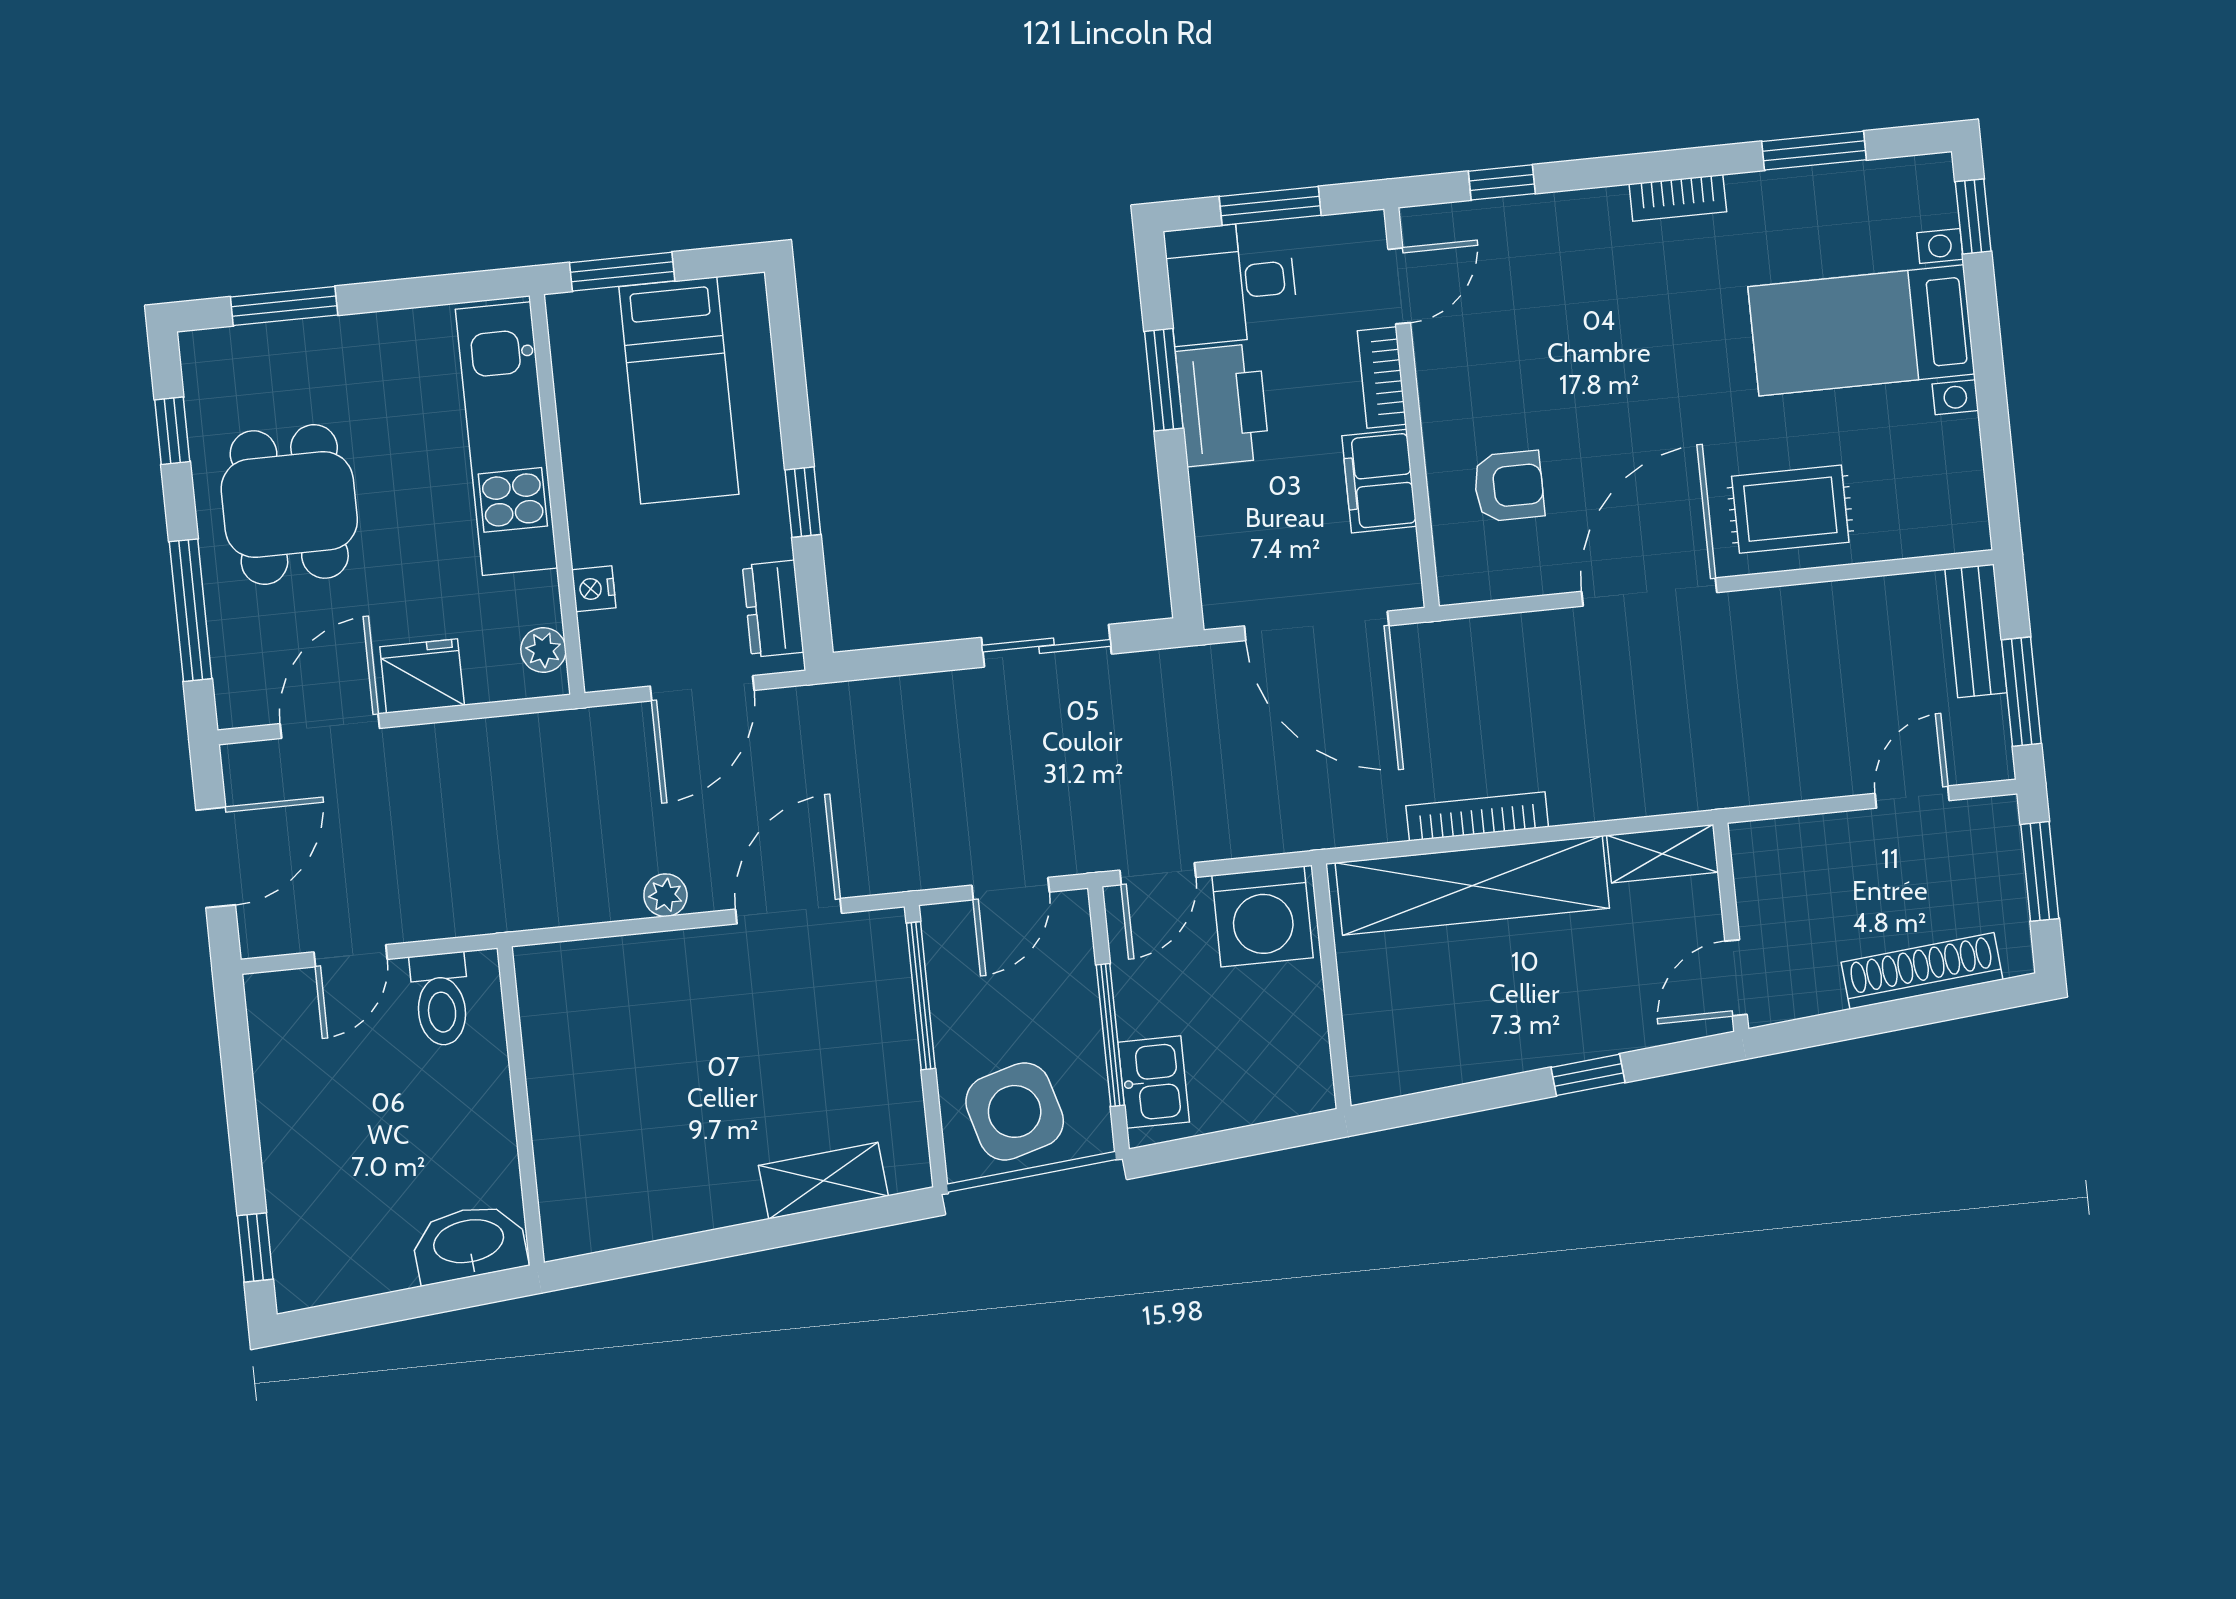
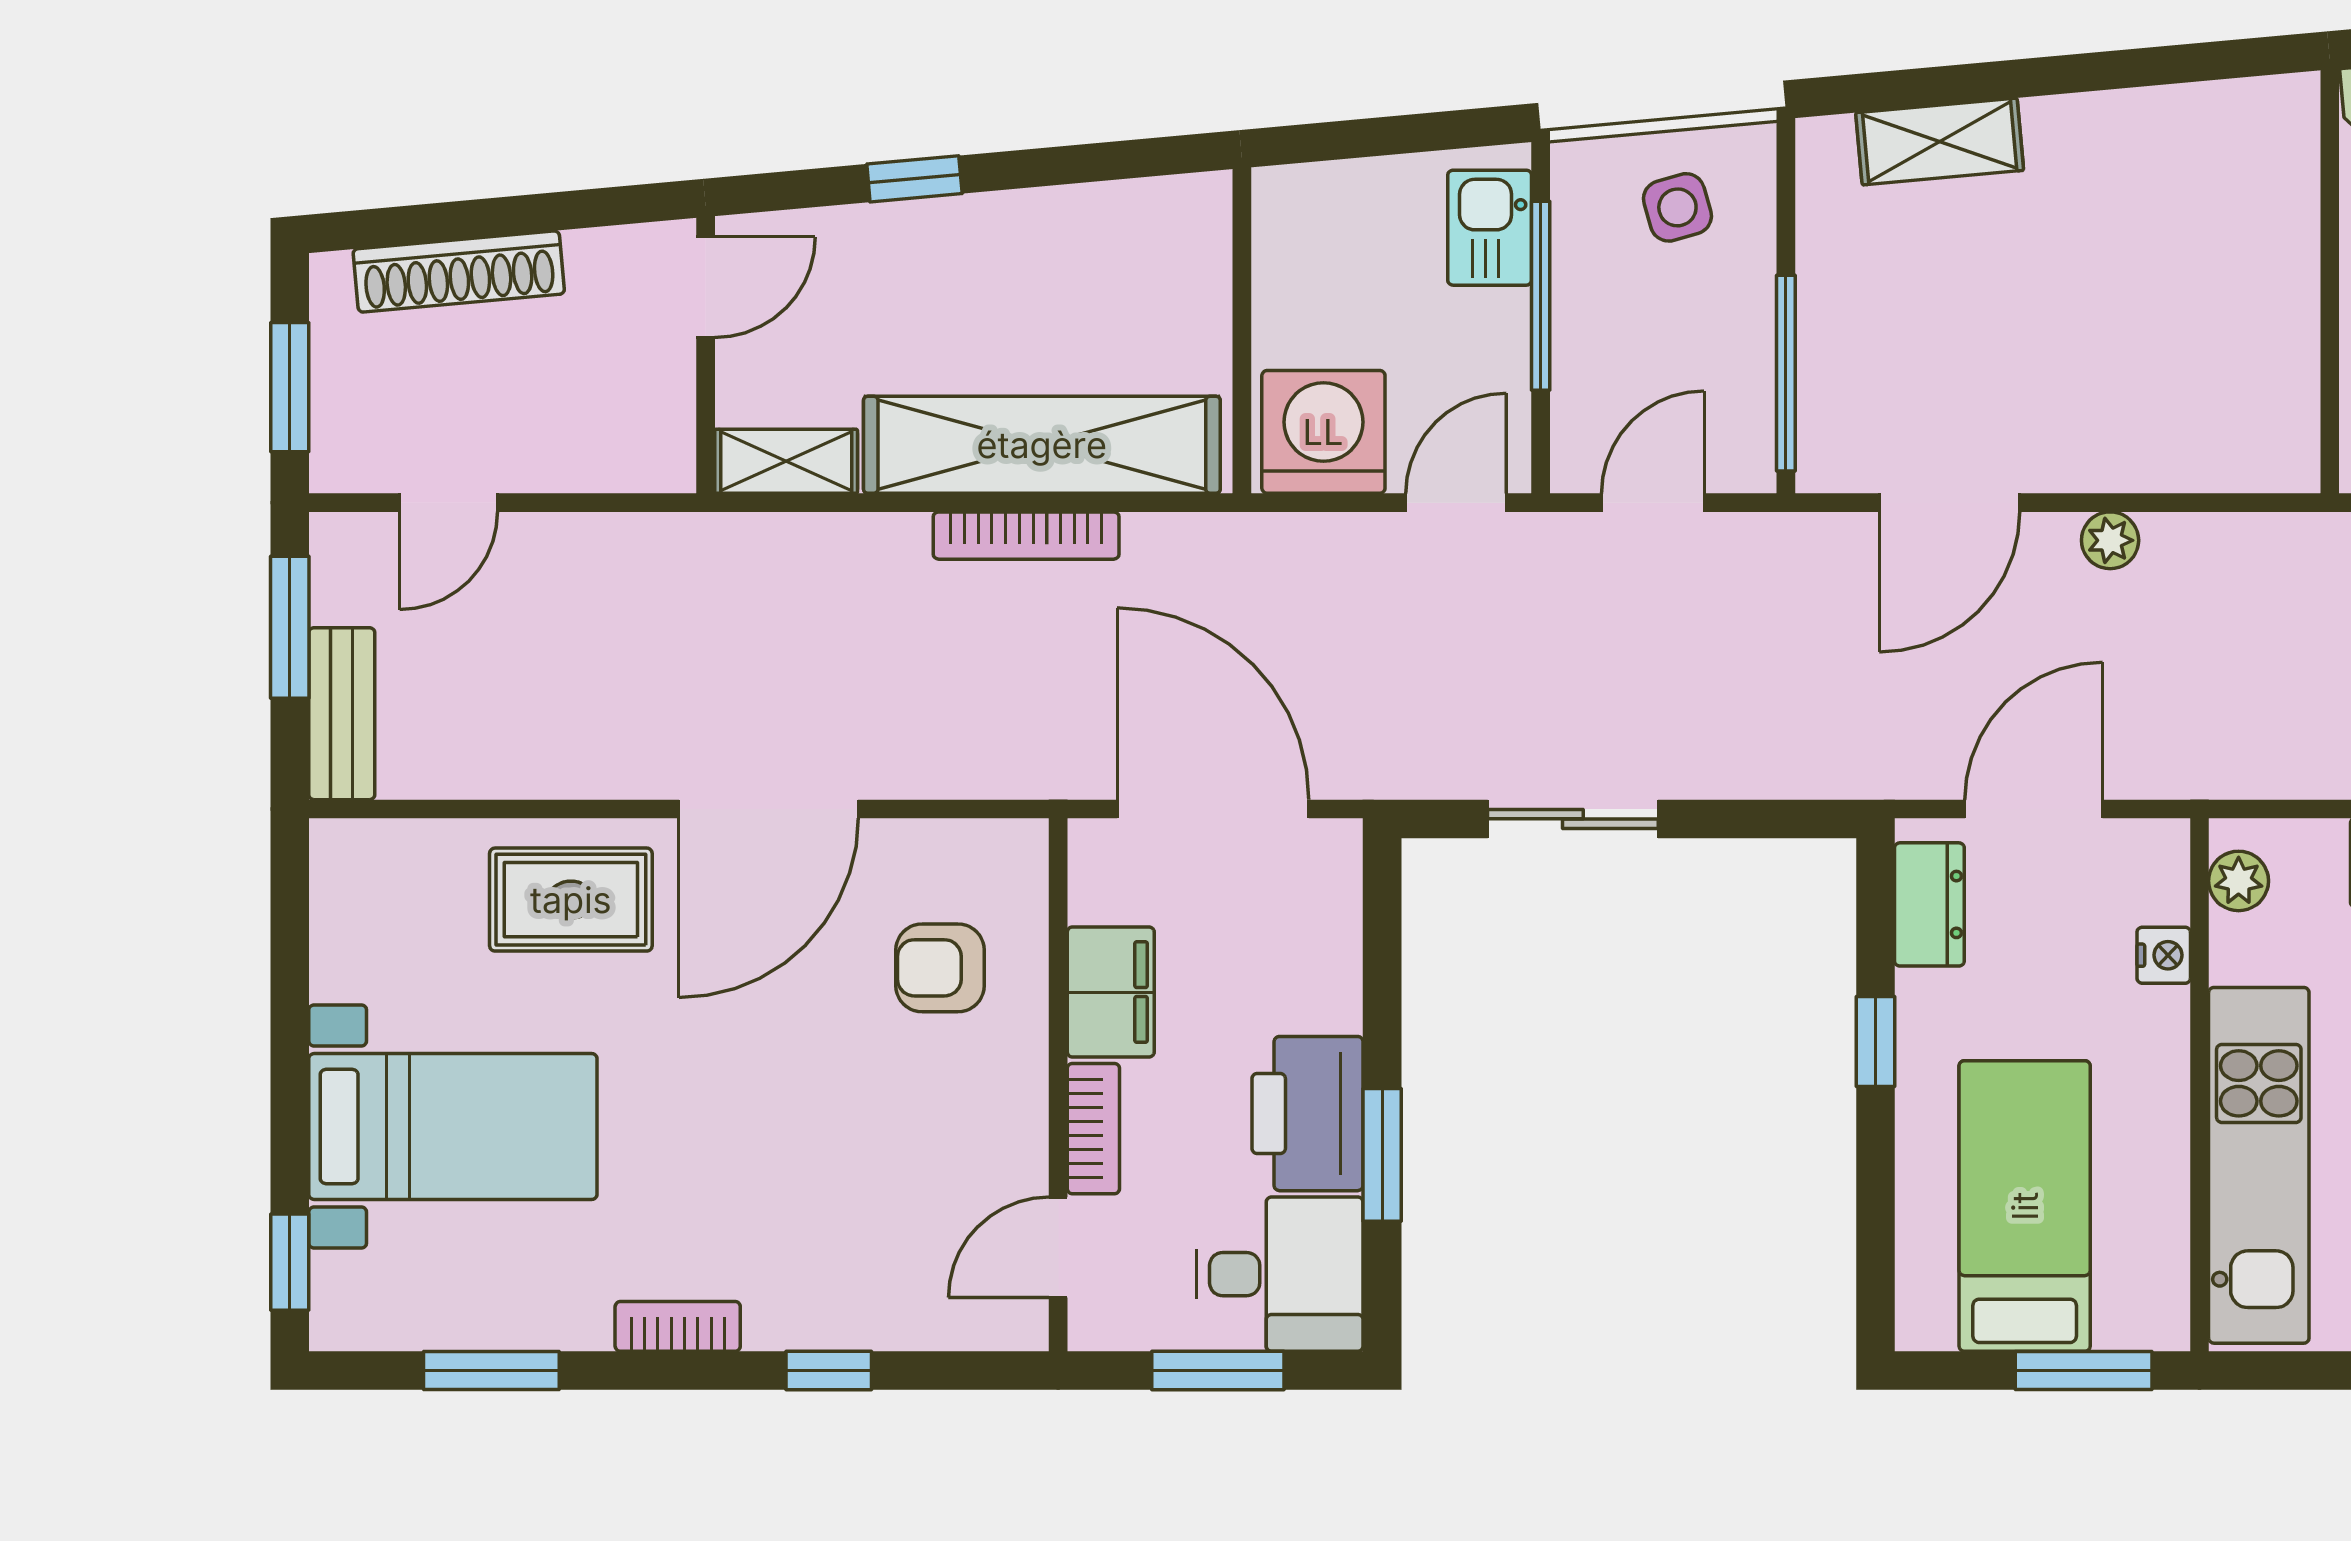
window: (1502, 182) -> (829, 1371), moved
side table: (1015, 1111) -> (1677, 207), width x0.54, depth x0.54

